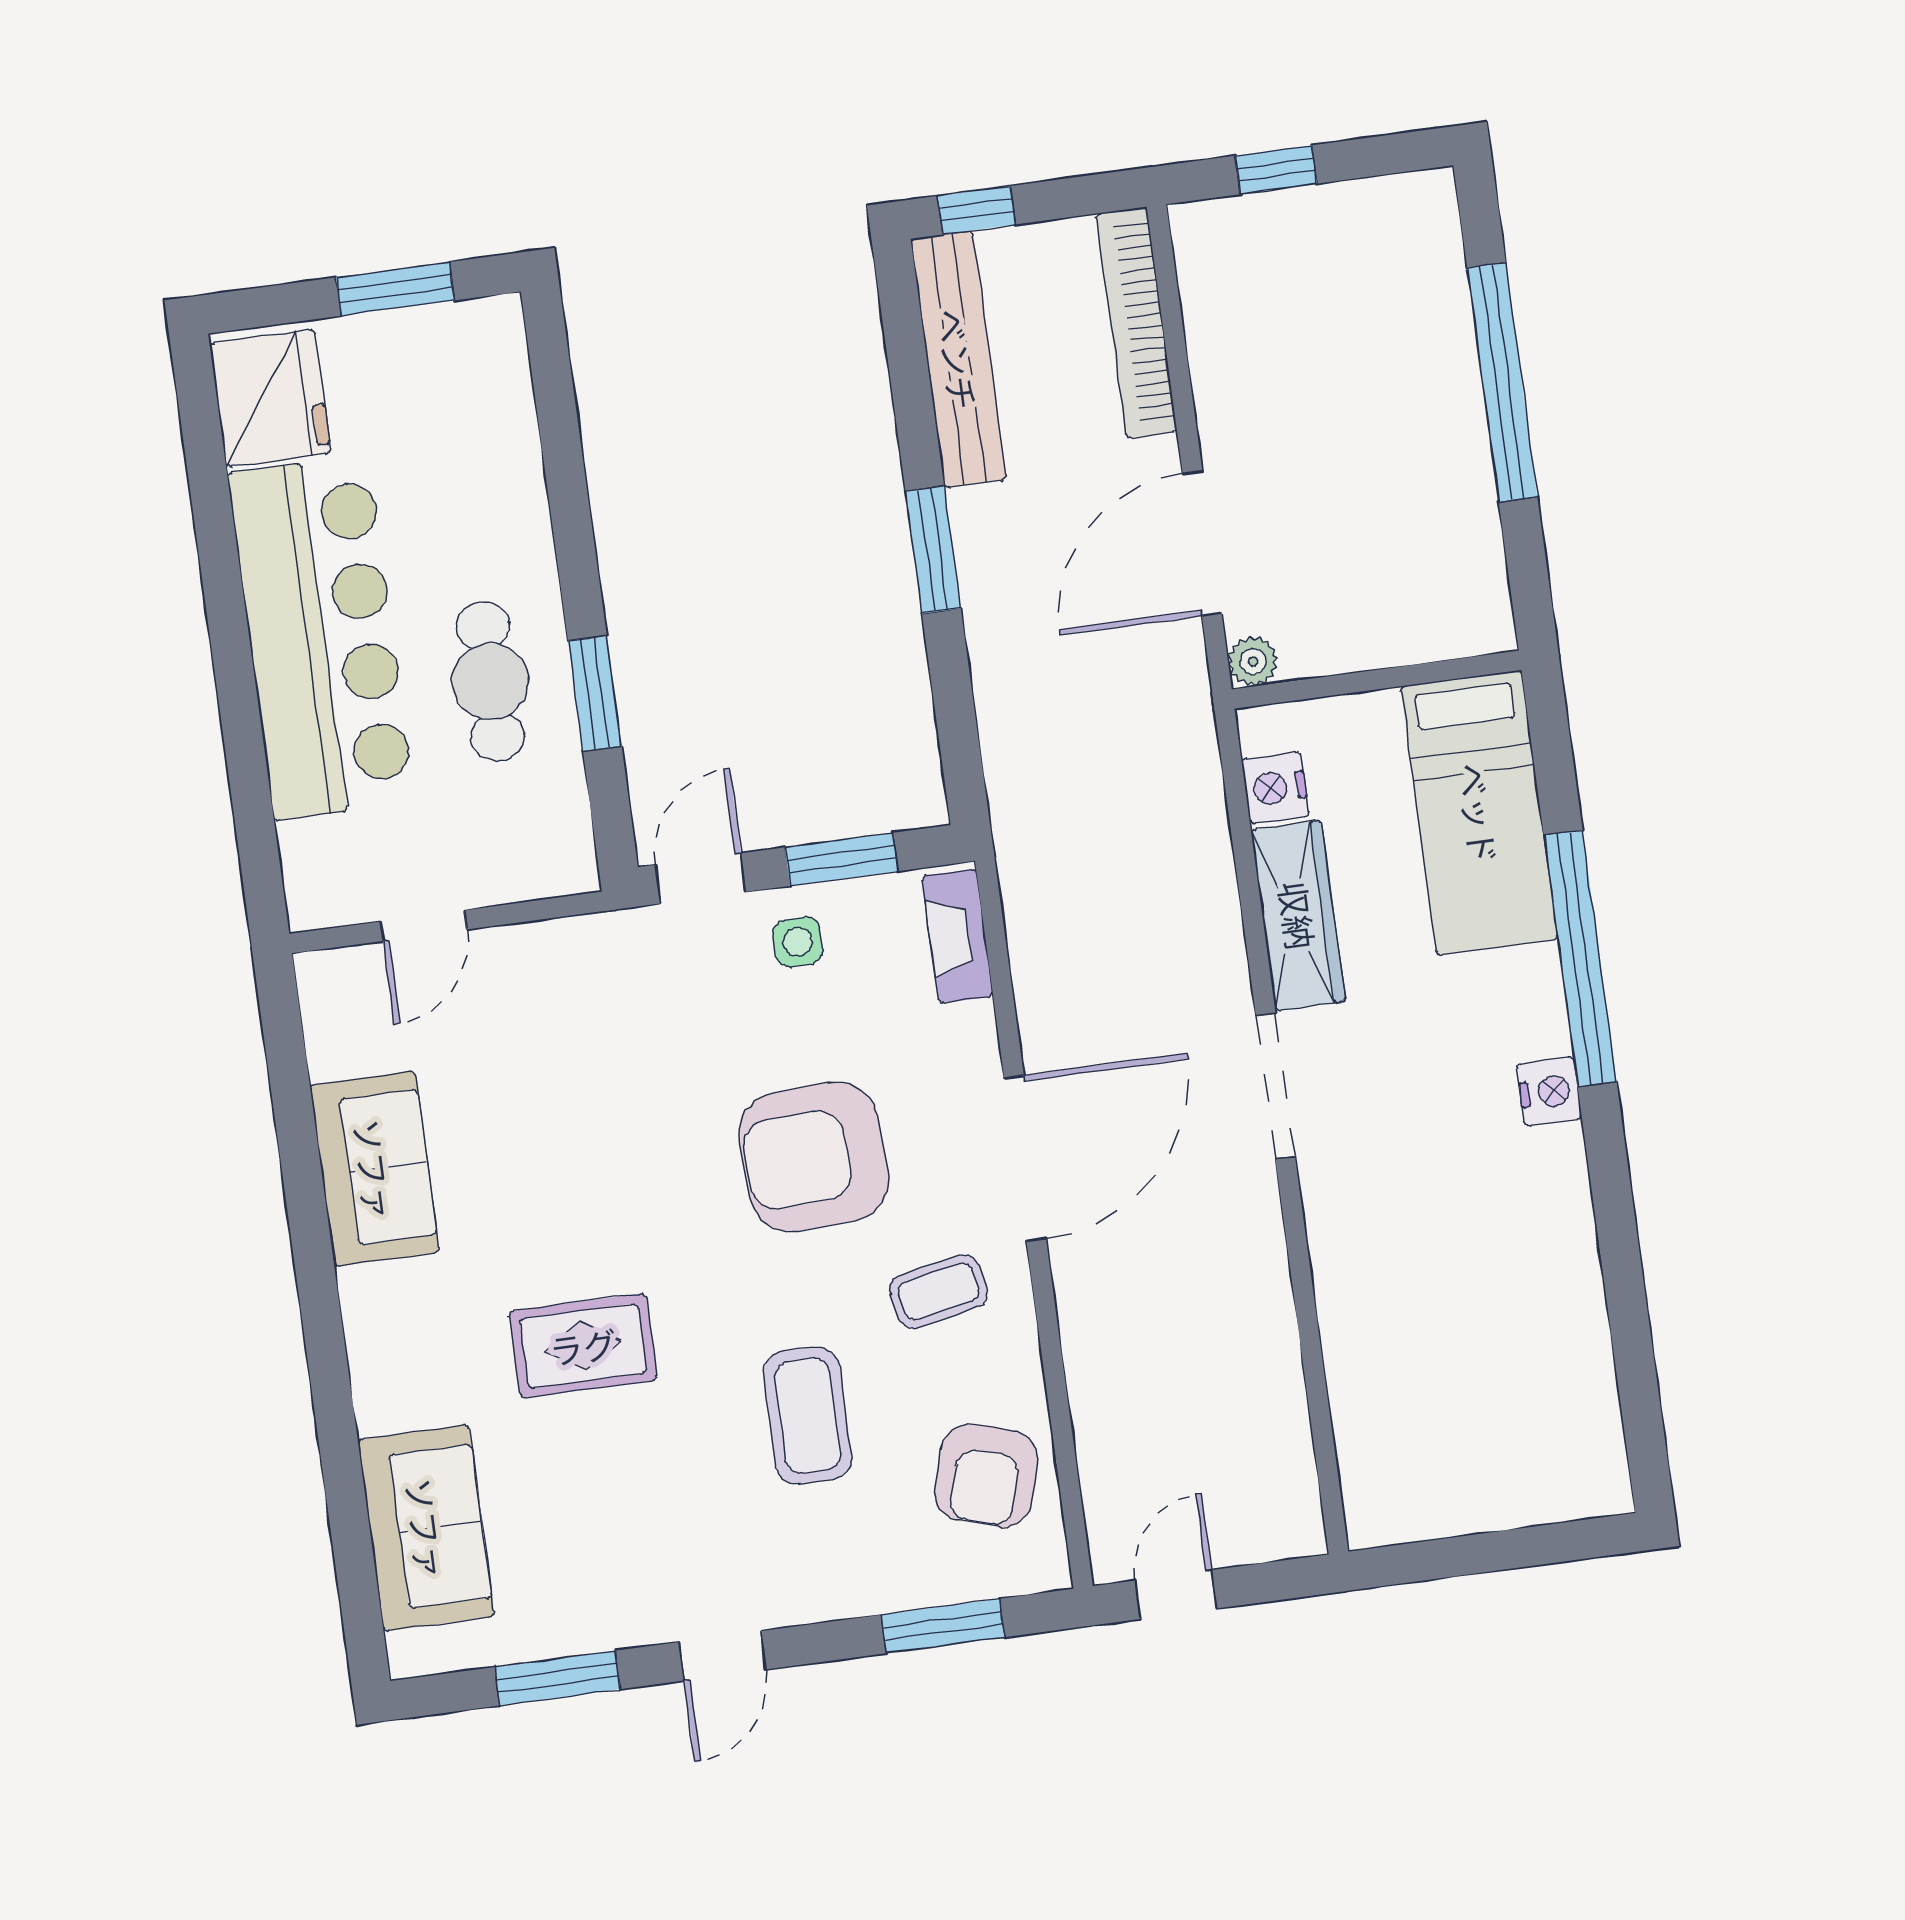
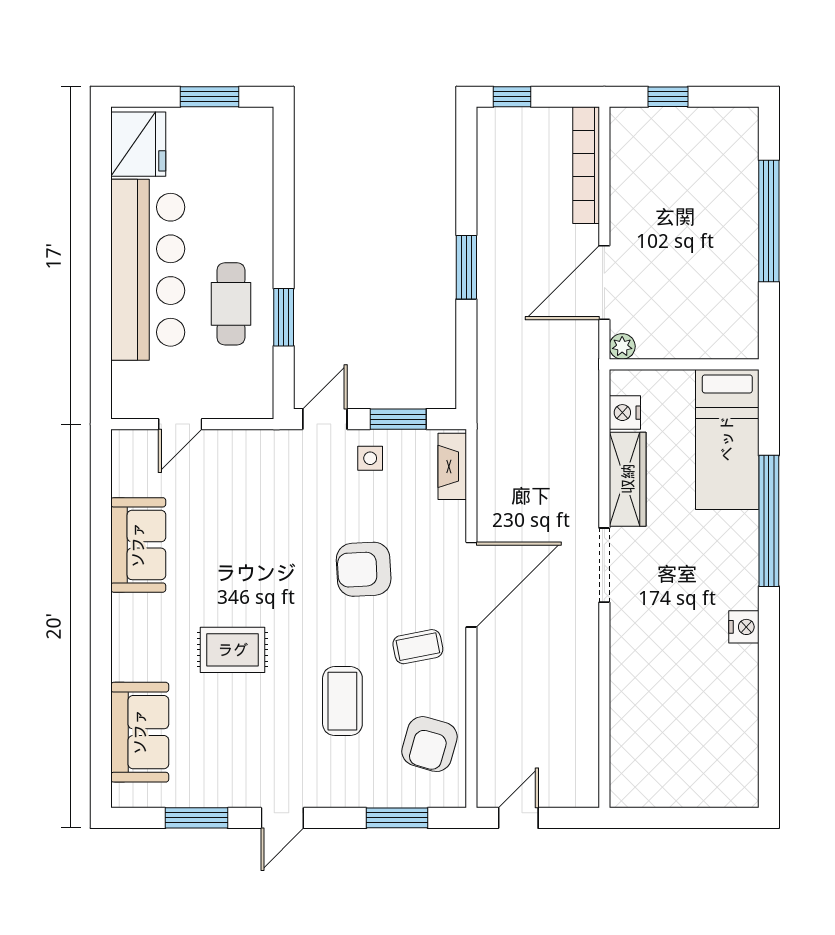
bench: (958, 359) -> (493, 172), removed
nightstand: (1549, 1092) -> (744, 627), moved
armchair: (814, 1157) -> (364, 569), width x0.73, depth x0.73

